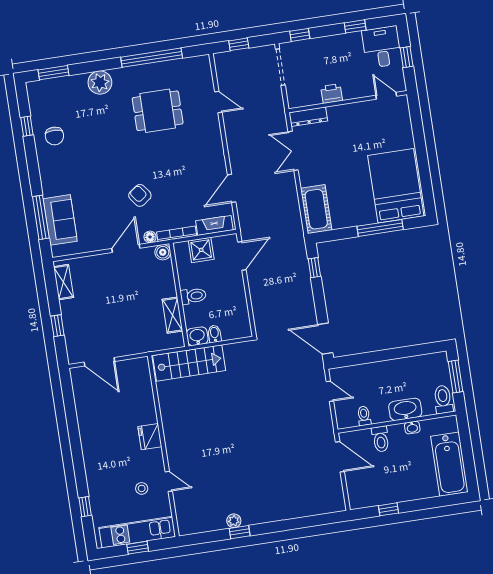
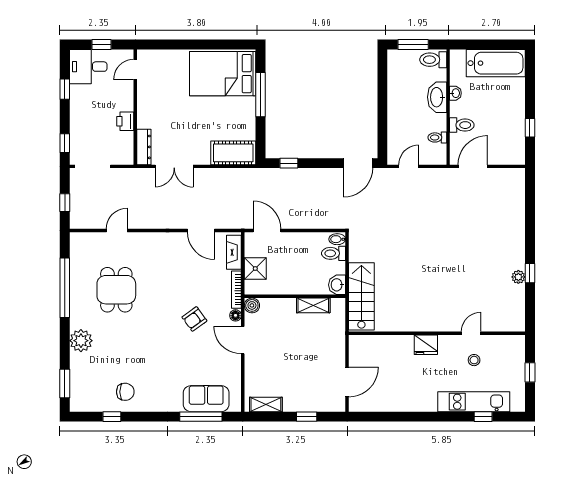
toilet: (193, 296) -> (334, 253), moved, turned -90
bidet: (215, 334) -> (337, 239), moved
kitchen unit: (137, 532) -> (474, 402), moved, turned 90

